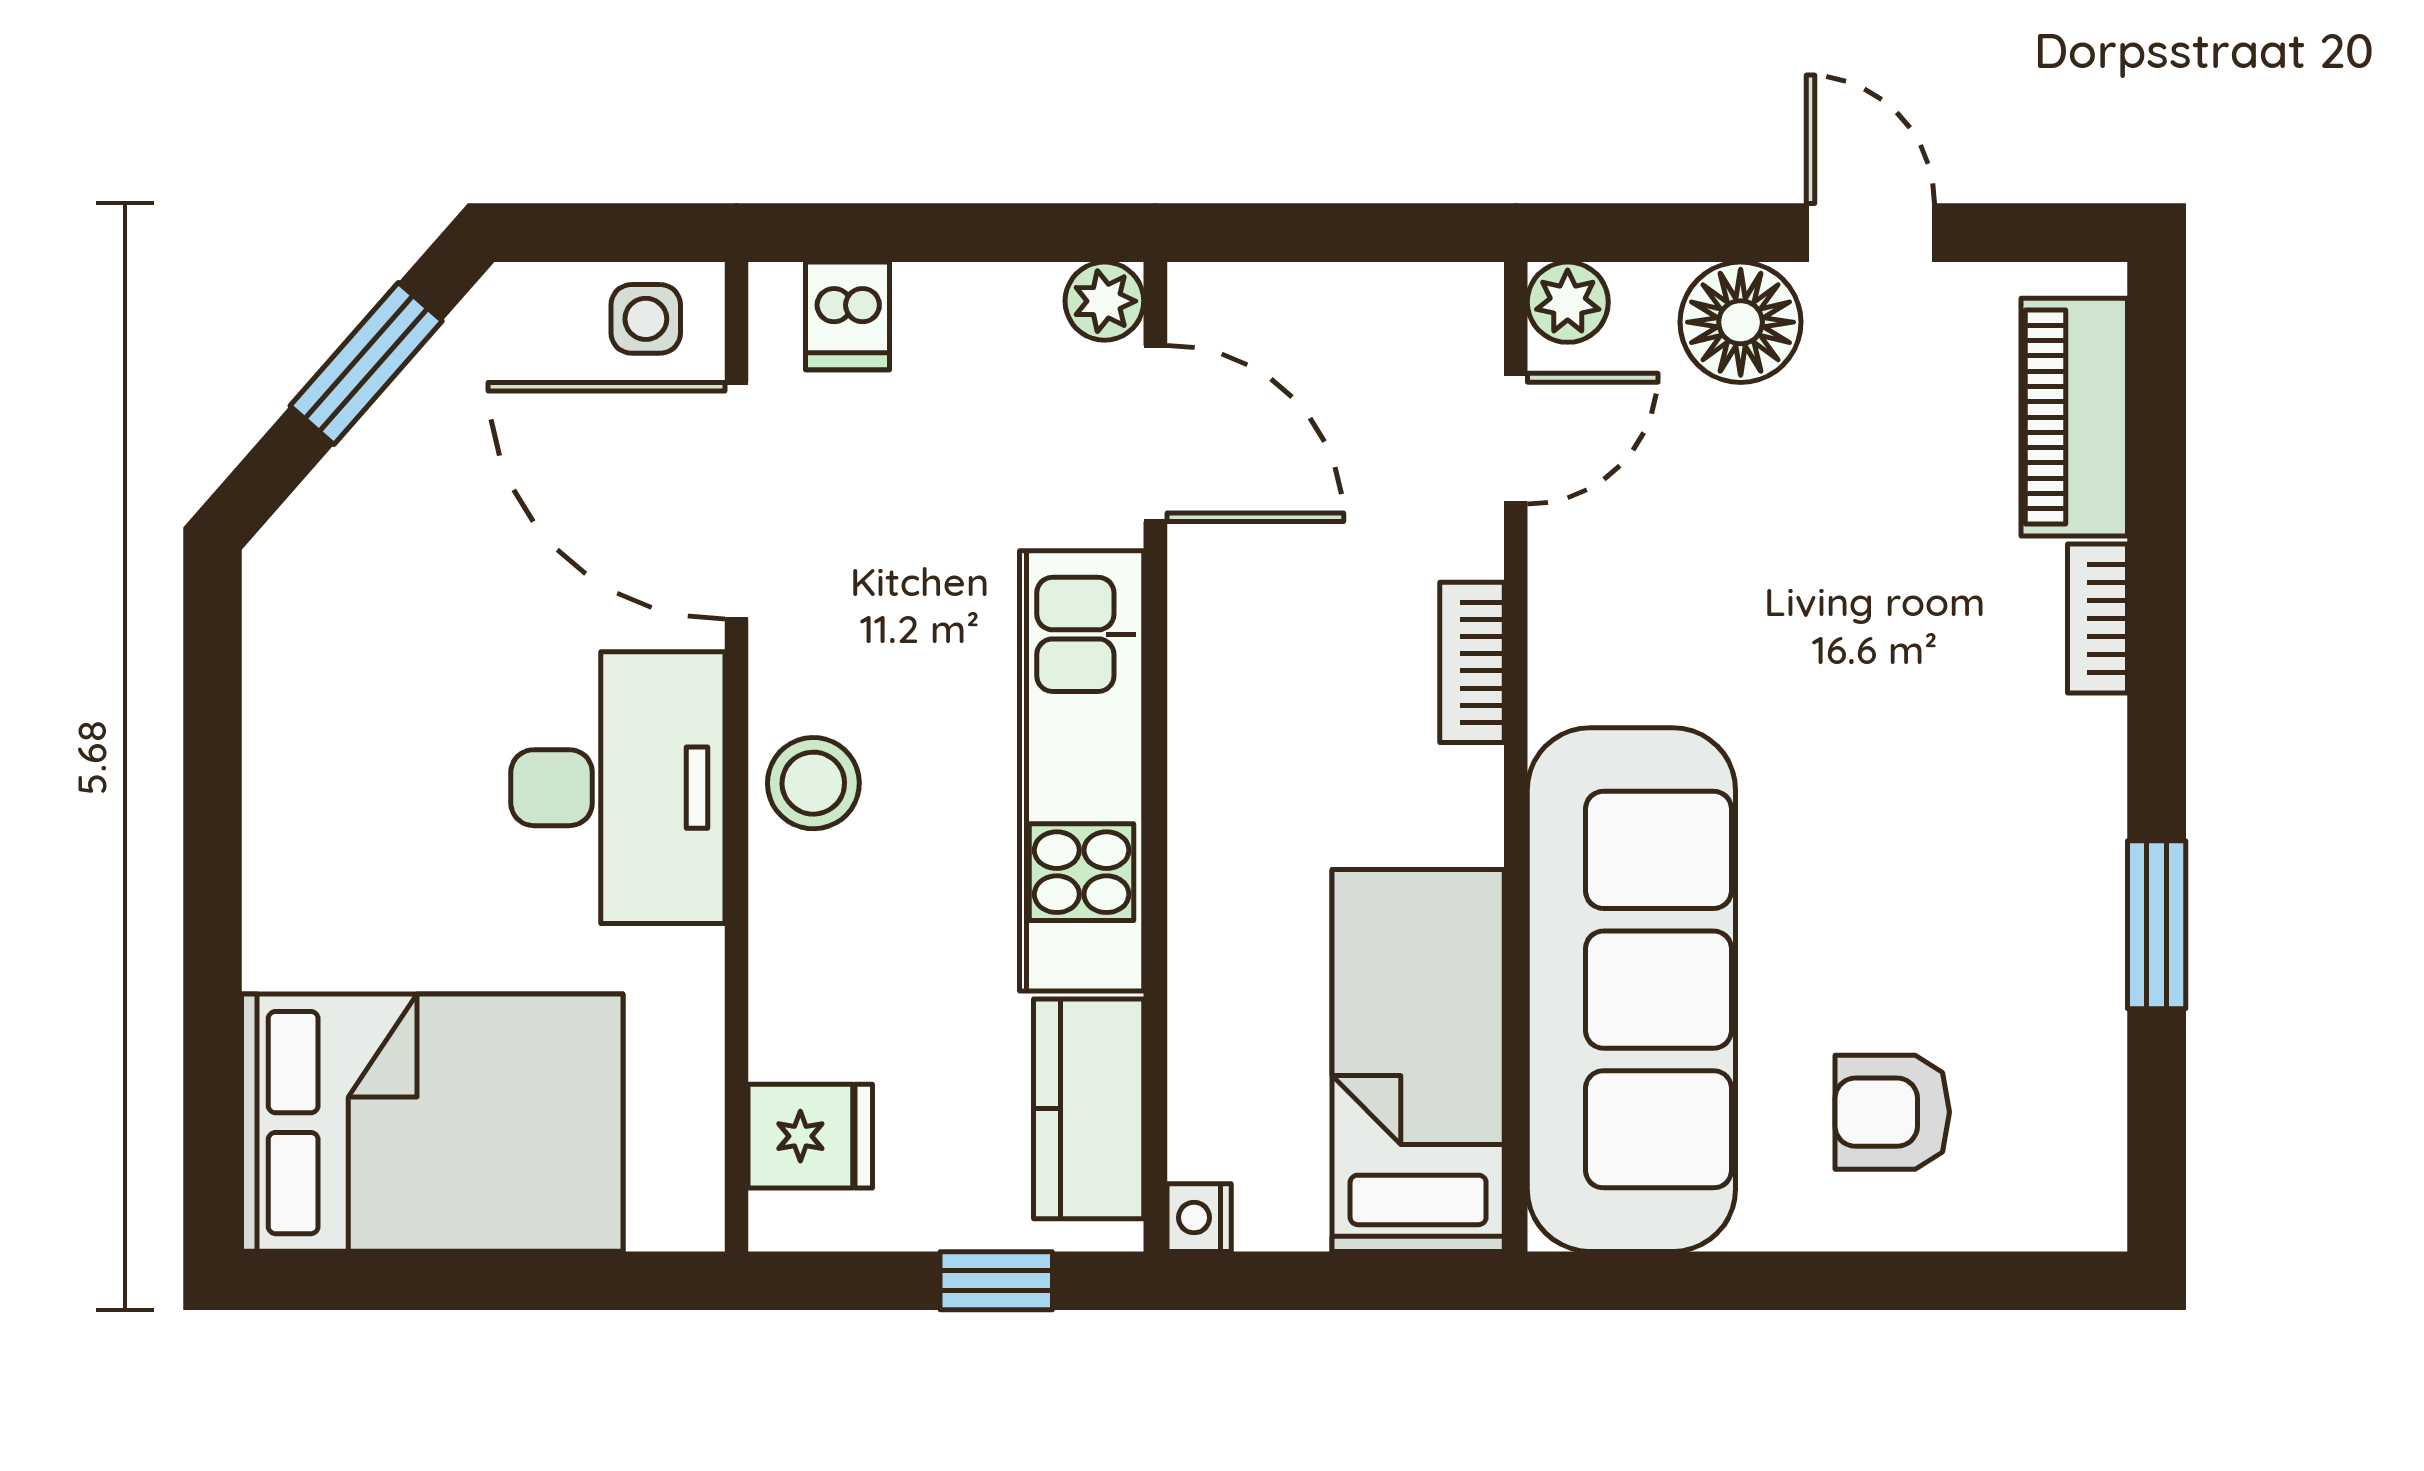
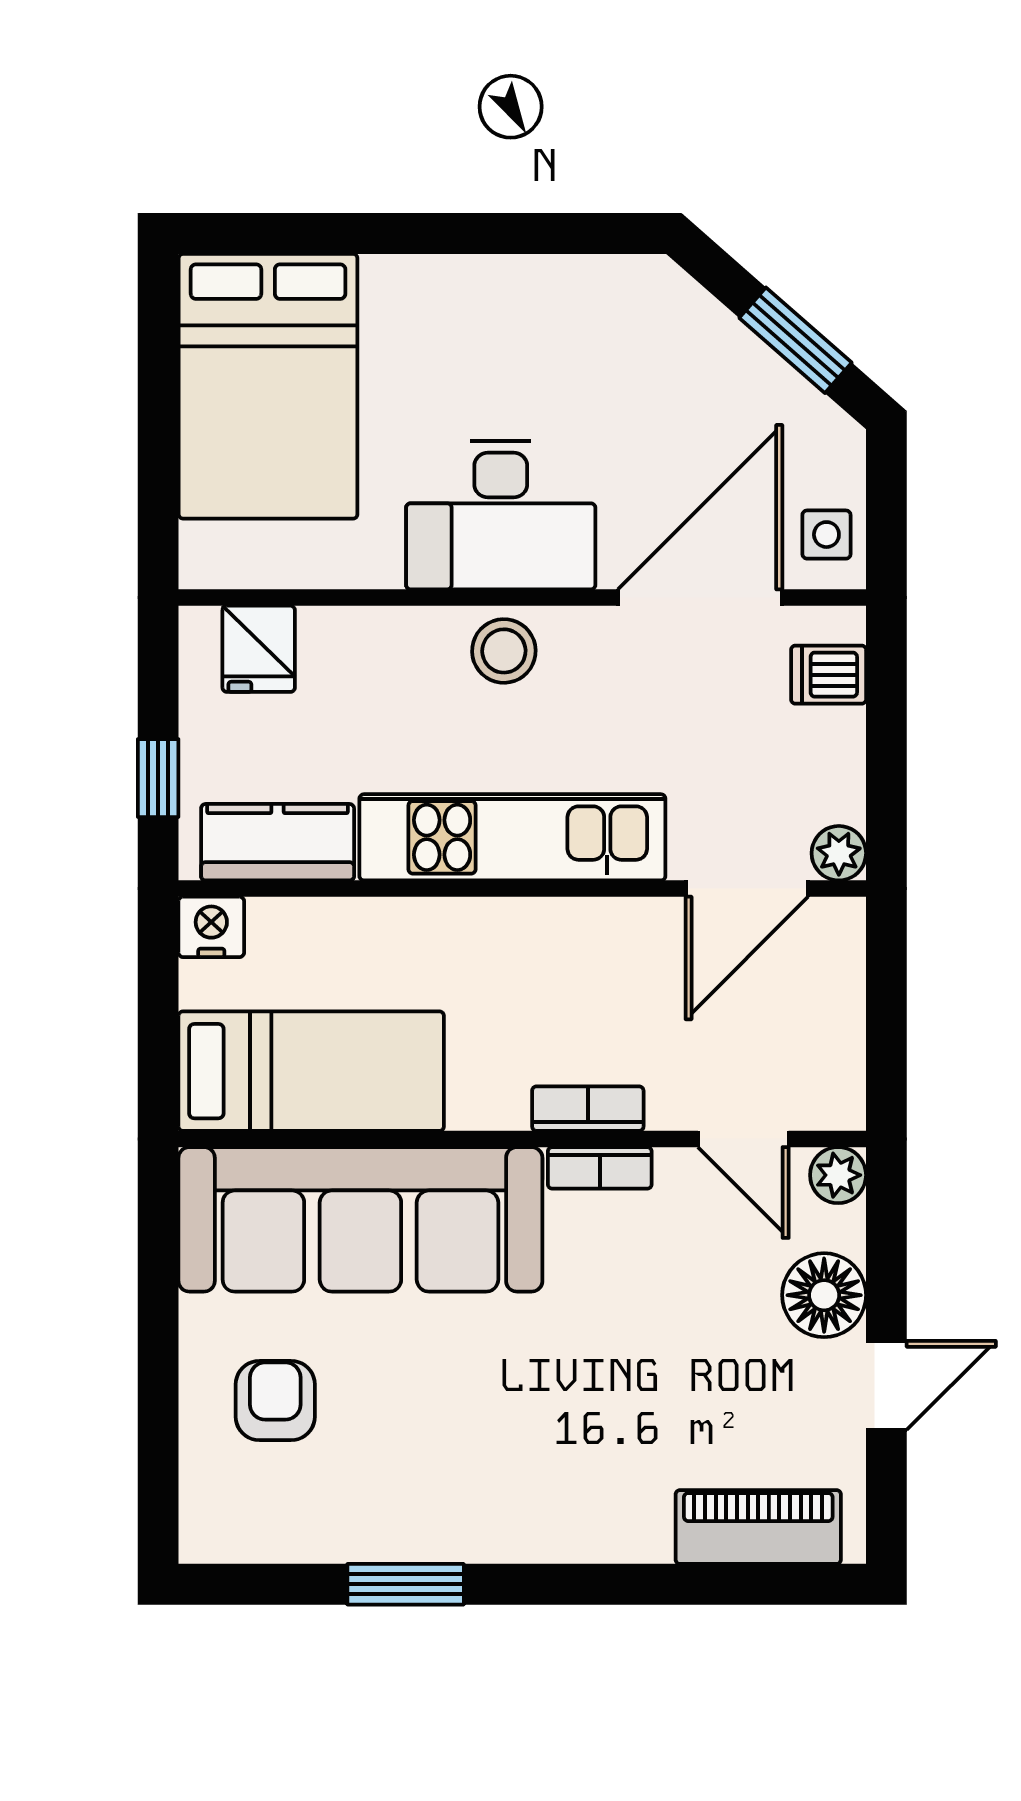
bookcase: (2098, 619) -> (600, 1168), moved, turned 180
nightstand: (1199, 1218) -> (211, 927), width x1.39, depth x1.35

